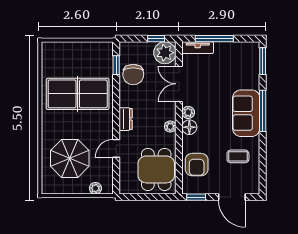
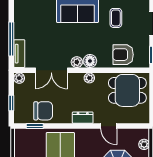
window: (156, 39) -> (11, 103), moved
plant: (165, 53) -> (19, 78), width x0.53, depth x0.53
armchair: (197, 165) -> (123, 55), turned 180

